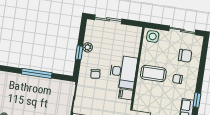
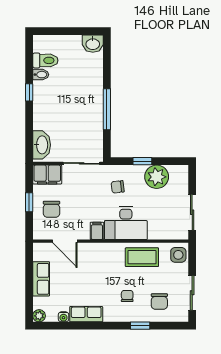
sliding door: (108, 19) -> (192, 212), moved
plant: (88, 47) -> (157, 177), width x1.87, depth x1.87
coffee table: (153, 73) -> (142, 257), moved, turned 90
window: (197, 100) -> (140, 326), moved

